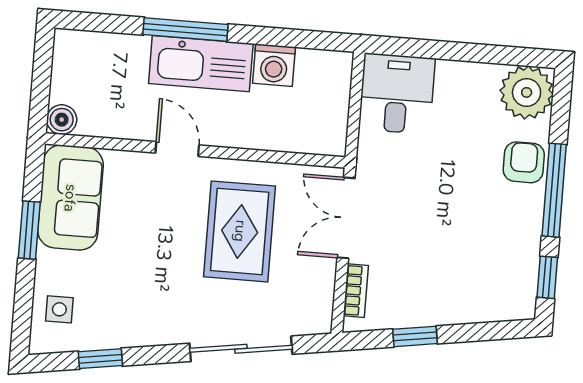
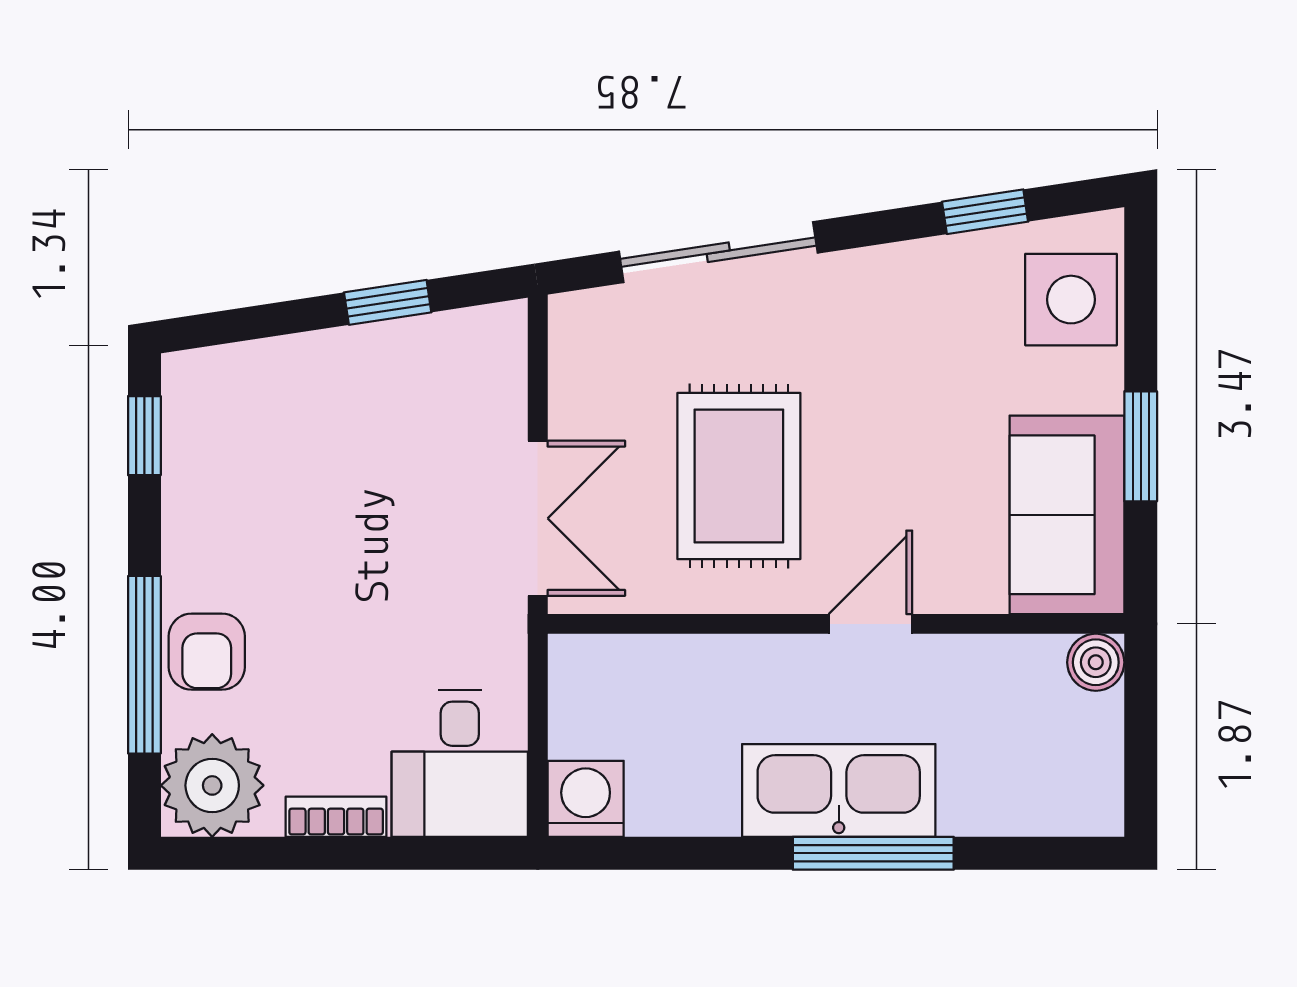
washing machine: (274, 65) -> (586, 799), moved
door: (177, 149) -> (870, 624), swing flipped
window: (554, 190) -> (144, 665), moved
bookcase: (356, 291) -> (336, 817), moved, turned 90
side table: (59, 309) -> (1071, 300), width x1.87, depth x1.87

